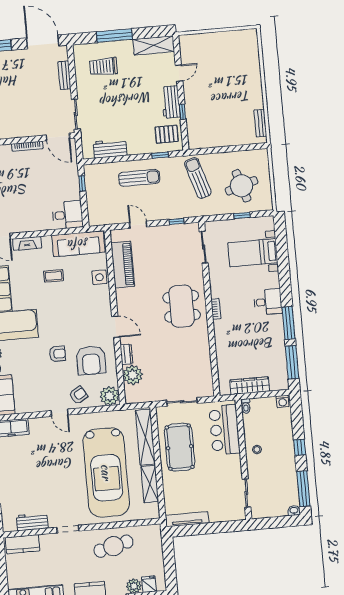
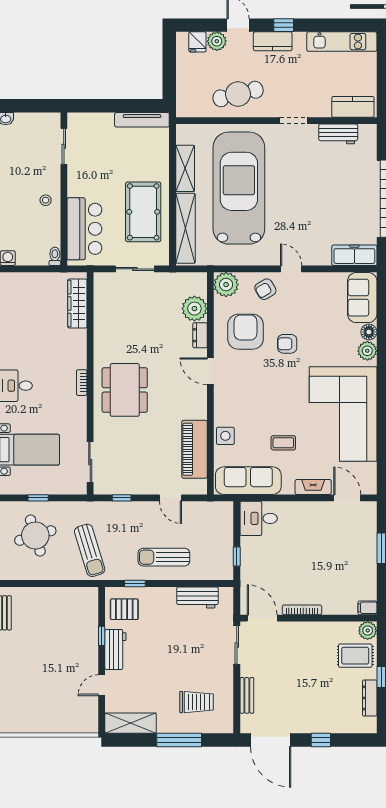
wardrobe: (250, 386) -> (77, 304), moved, turned 90

